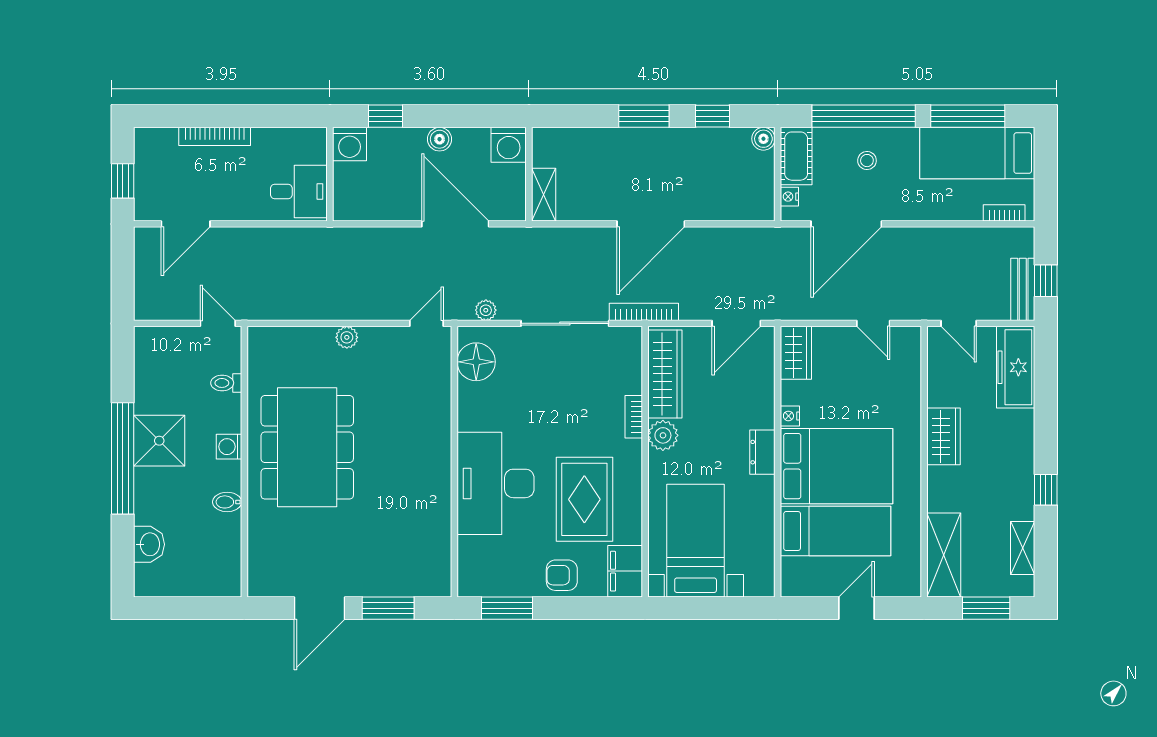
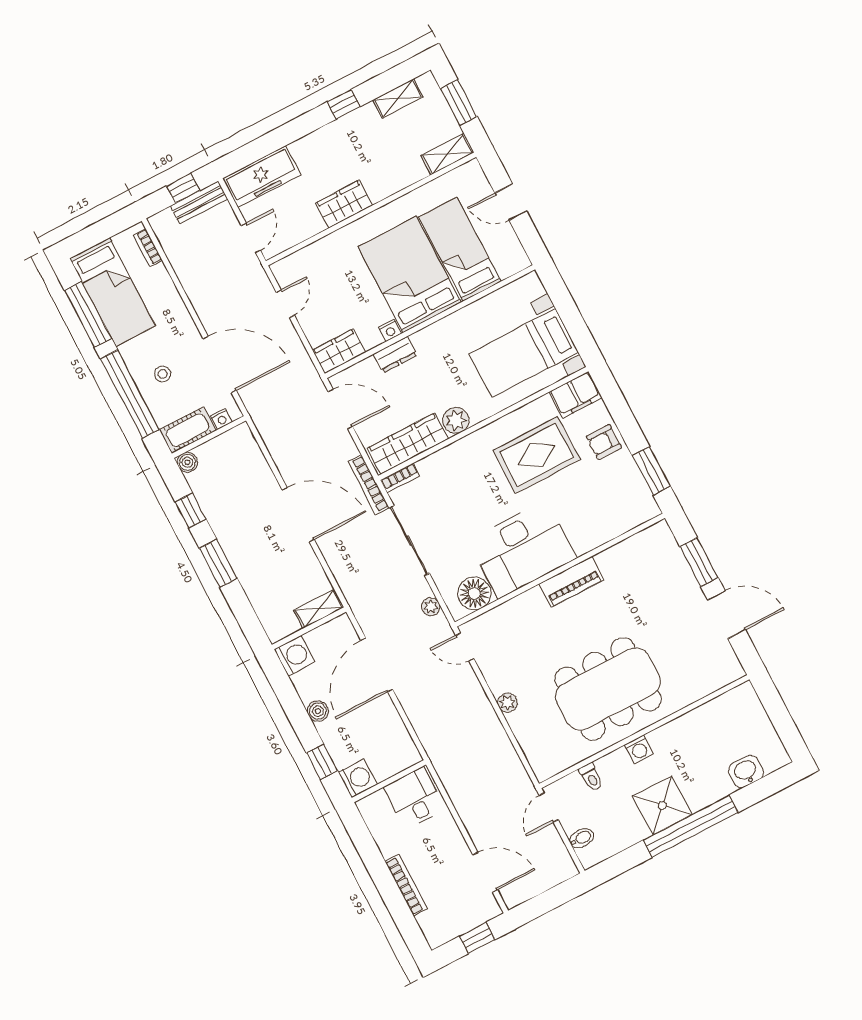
bookcase: (634, 417) -> (400, 478), moved
dresser: (762, 452) -> (395, 355), moved
piano: (436, 467) -> (571, 582), added
desk: (496, 483) -> (522, 549), moved
bidet: (227, 502) -> (582, 838), moved, turned -90
shelving: (944, 555) -> (447, 154), width x0.67, depth x0.75
armchair: (562, 575) -> (604, 442), turned 90

